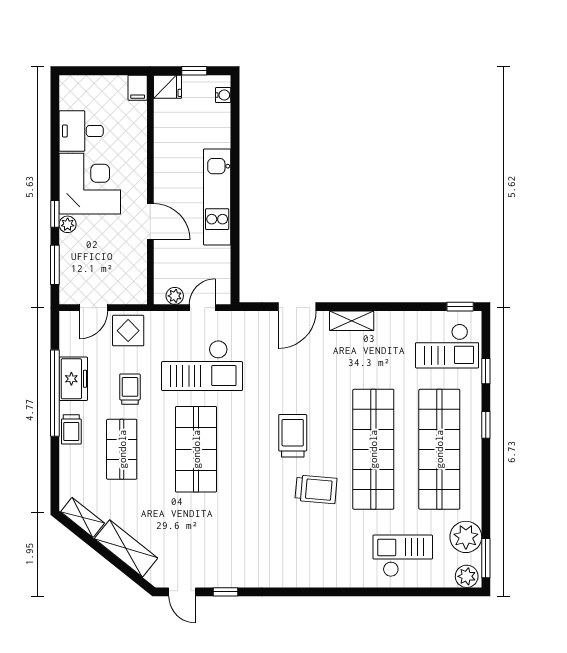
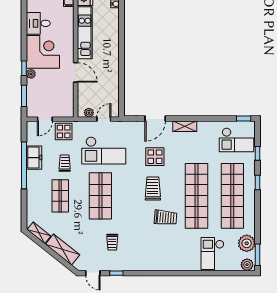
kitchen unit: (217, 197) -> (85, 33), moved, turned 180
display table: (297, 377) -> (155, 157), added
trolley: (71, 429) -> (112, 242), moved
checkout: (403, 556) -> (212, 254), turned -90

